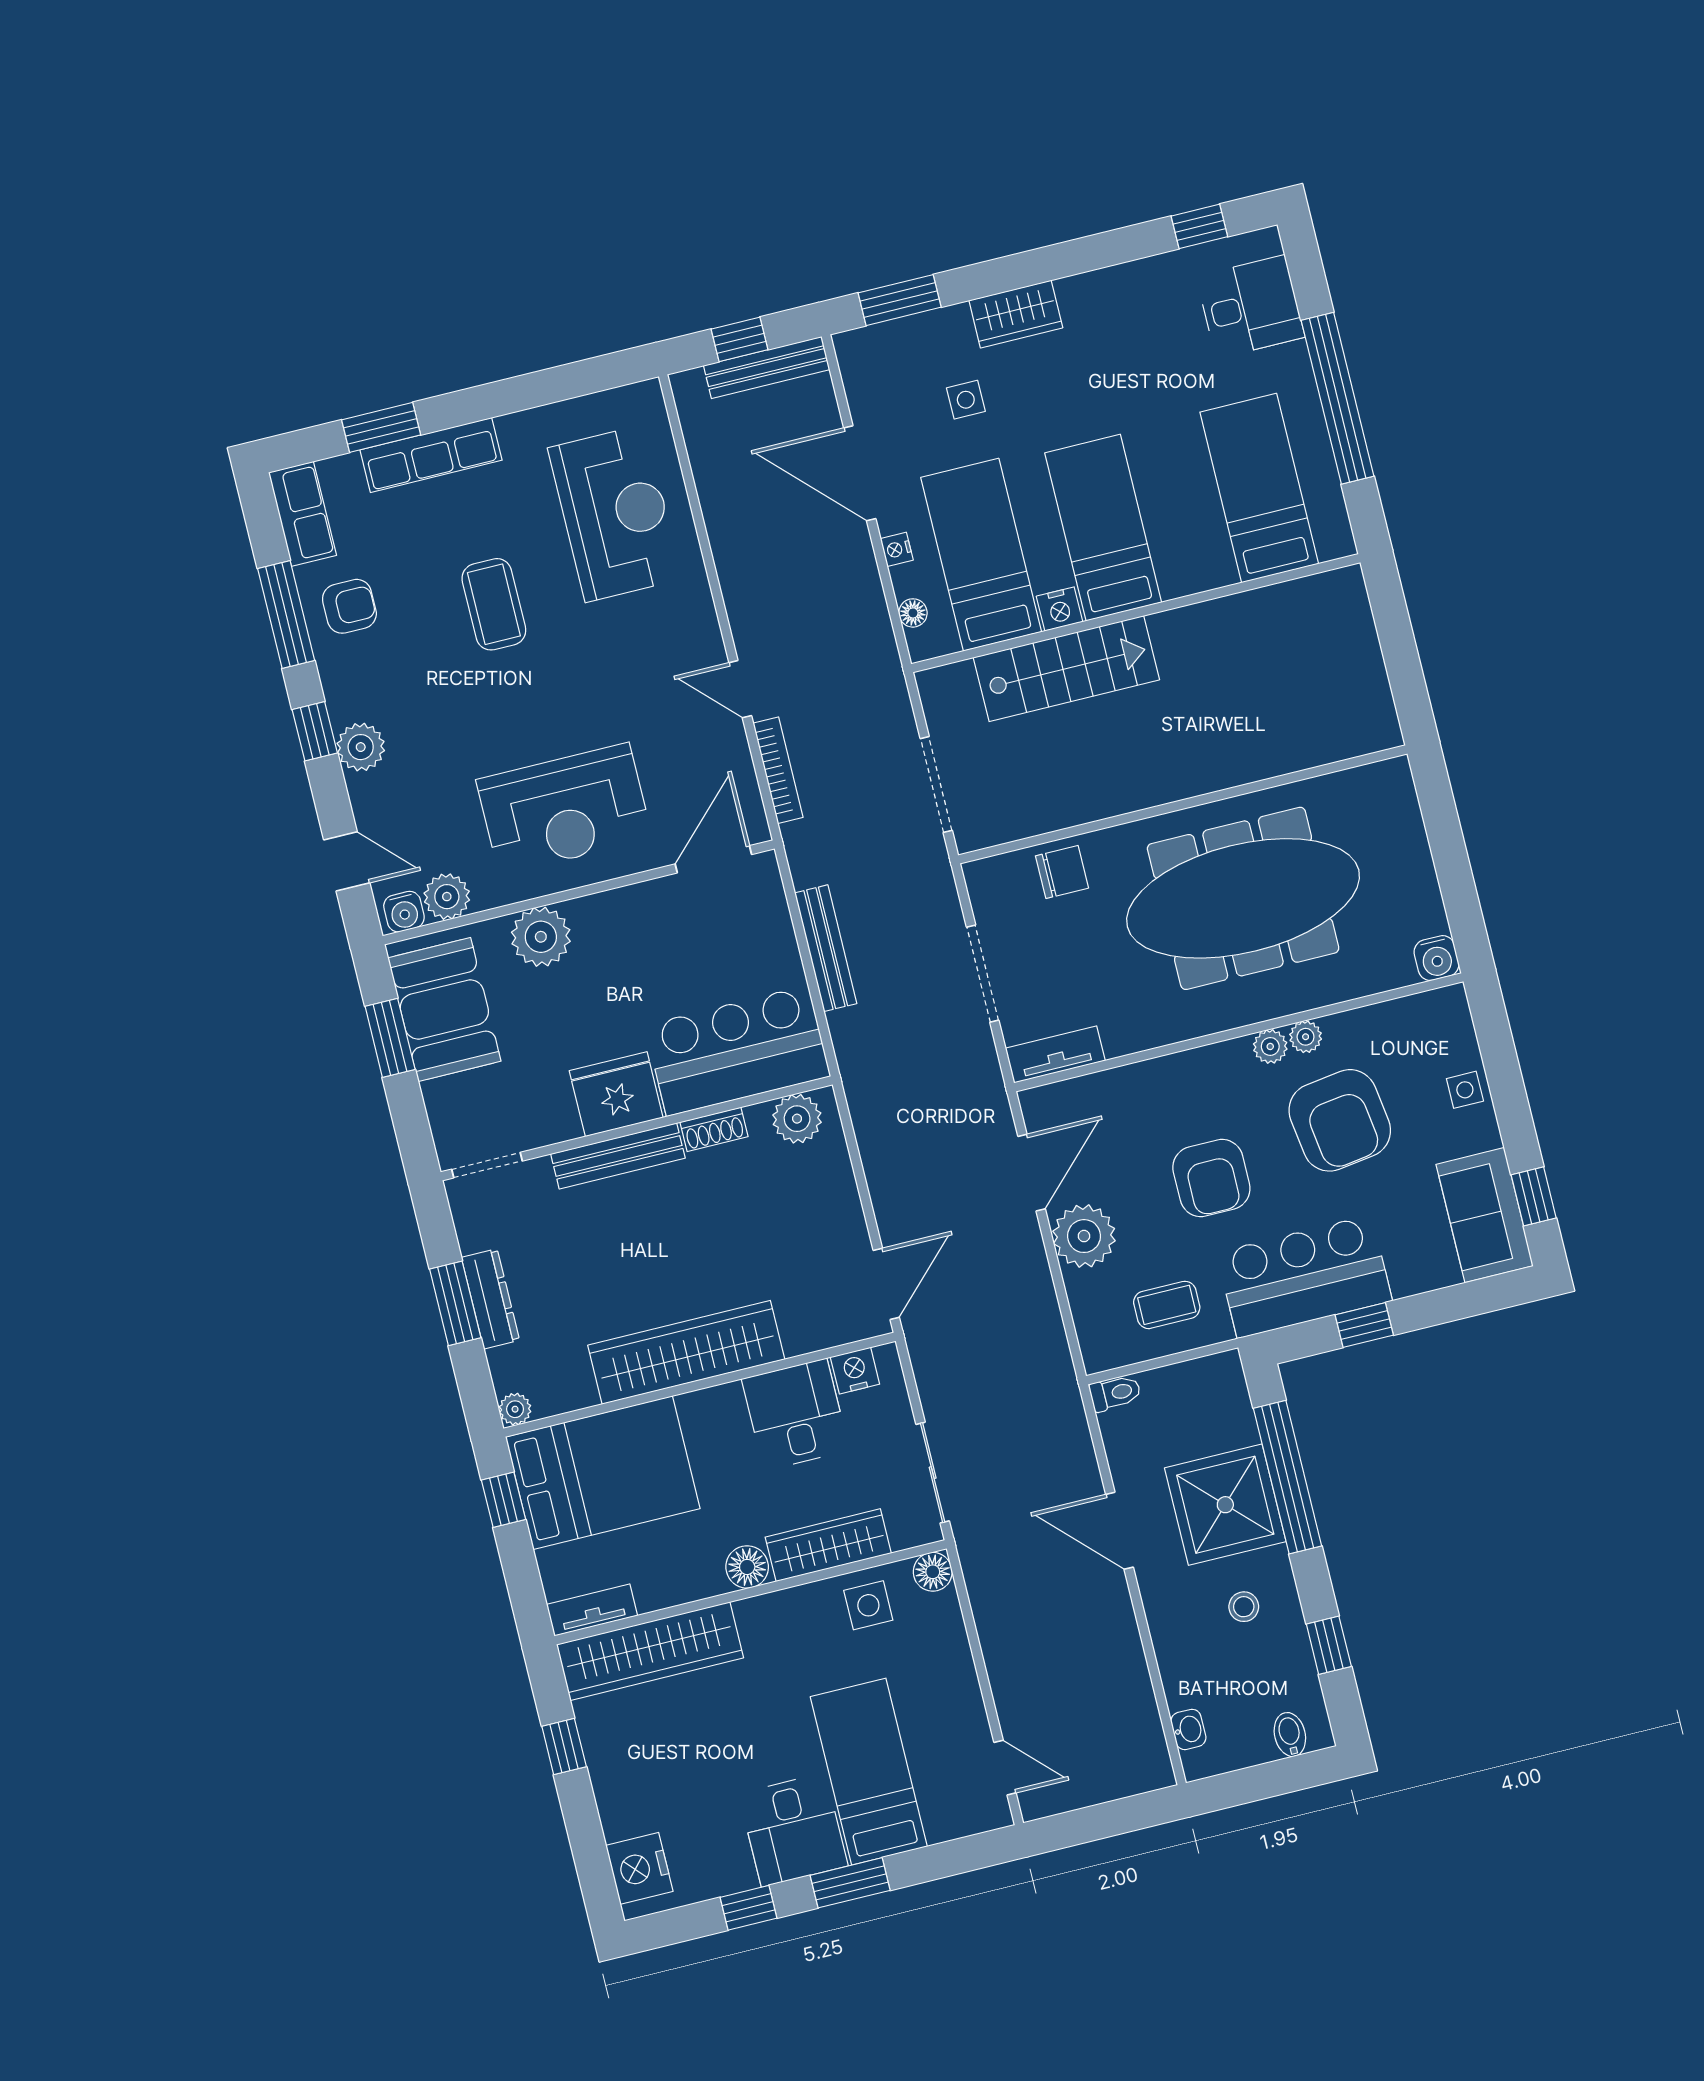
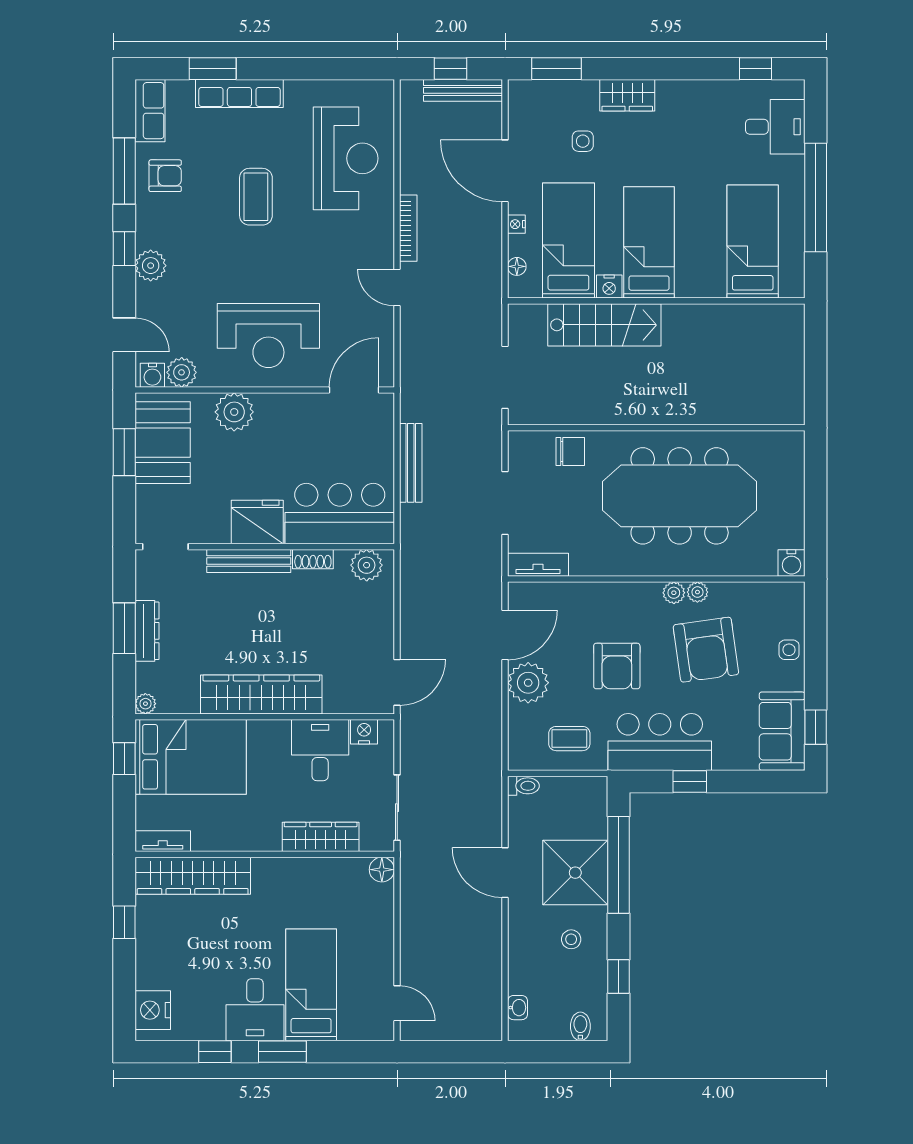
bookcase: (778, 770) -> (408, 228), moved
floor lamp: (747, 1567) -> (266, 838), removed
side table: (868, 1605) -> (336, 881), removed

